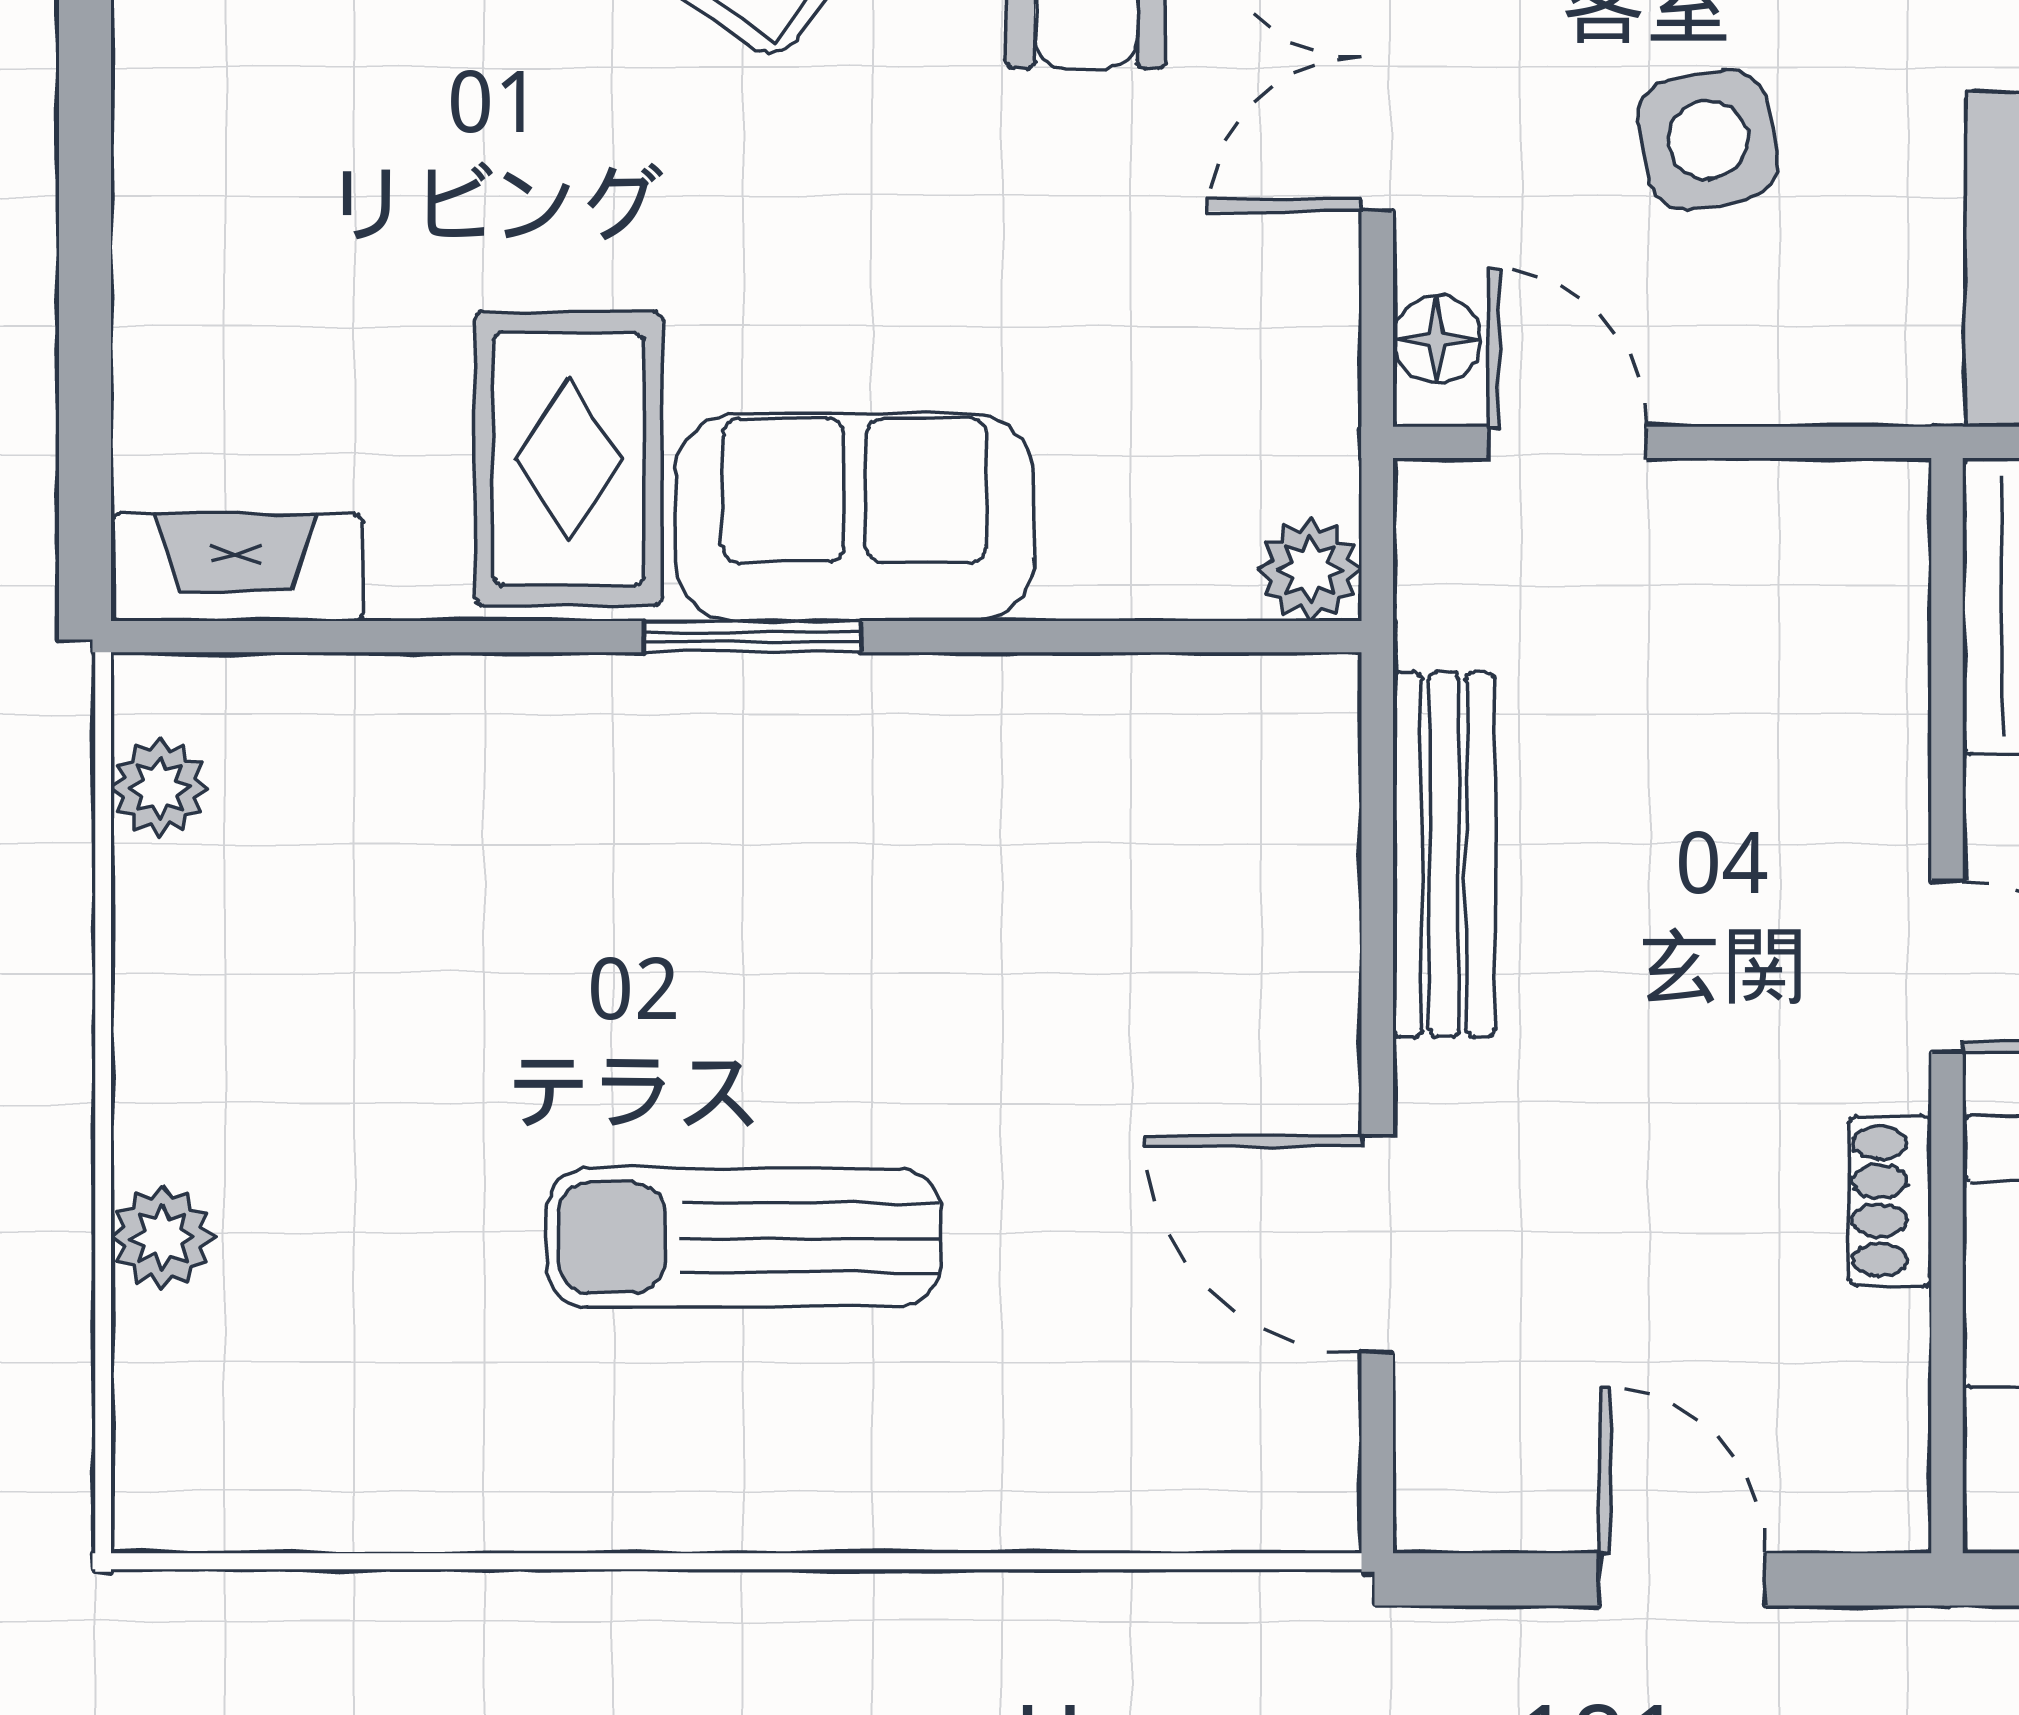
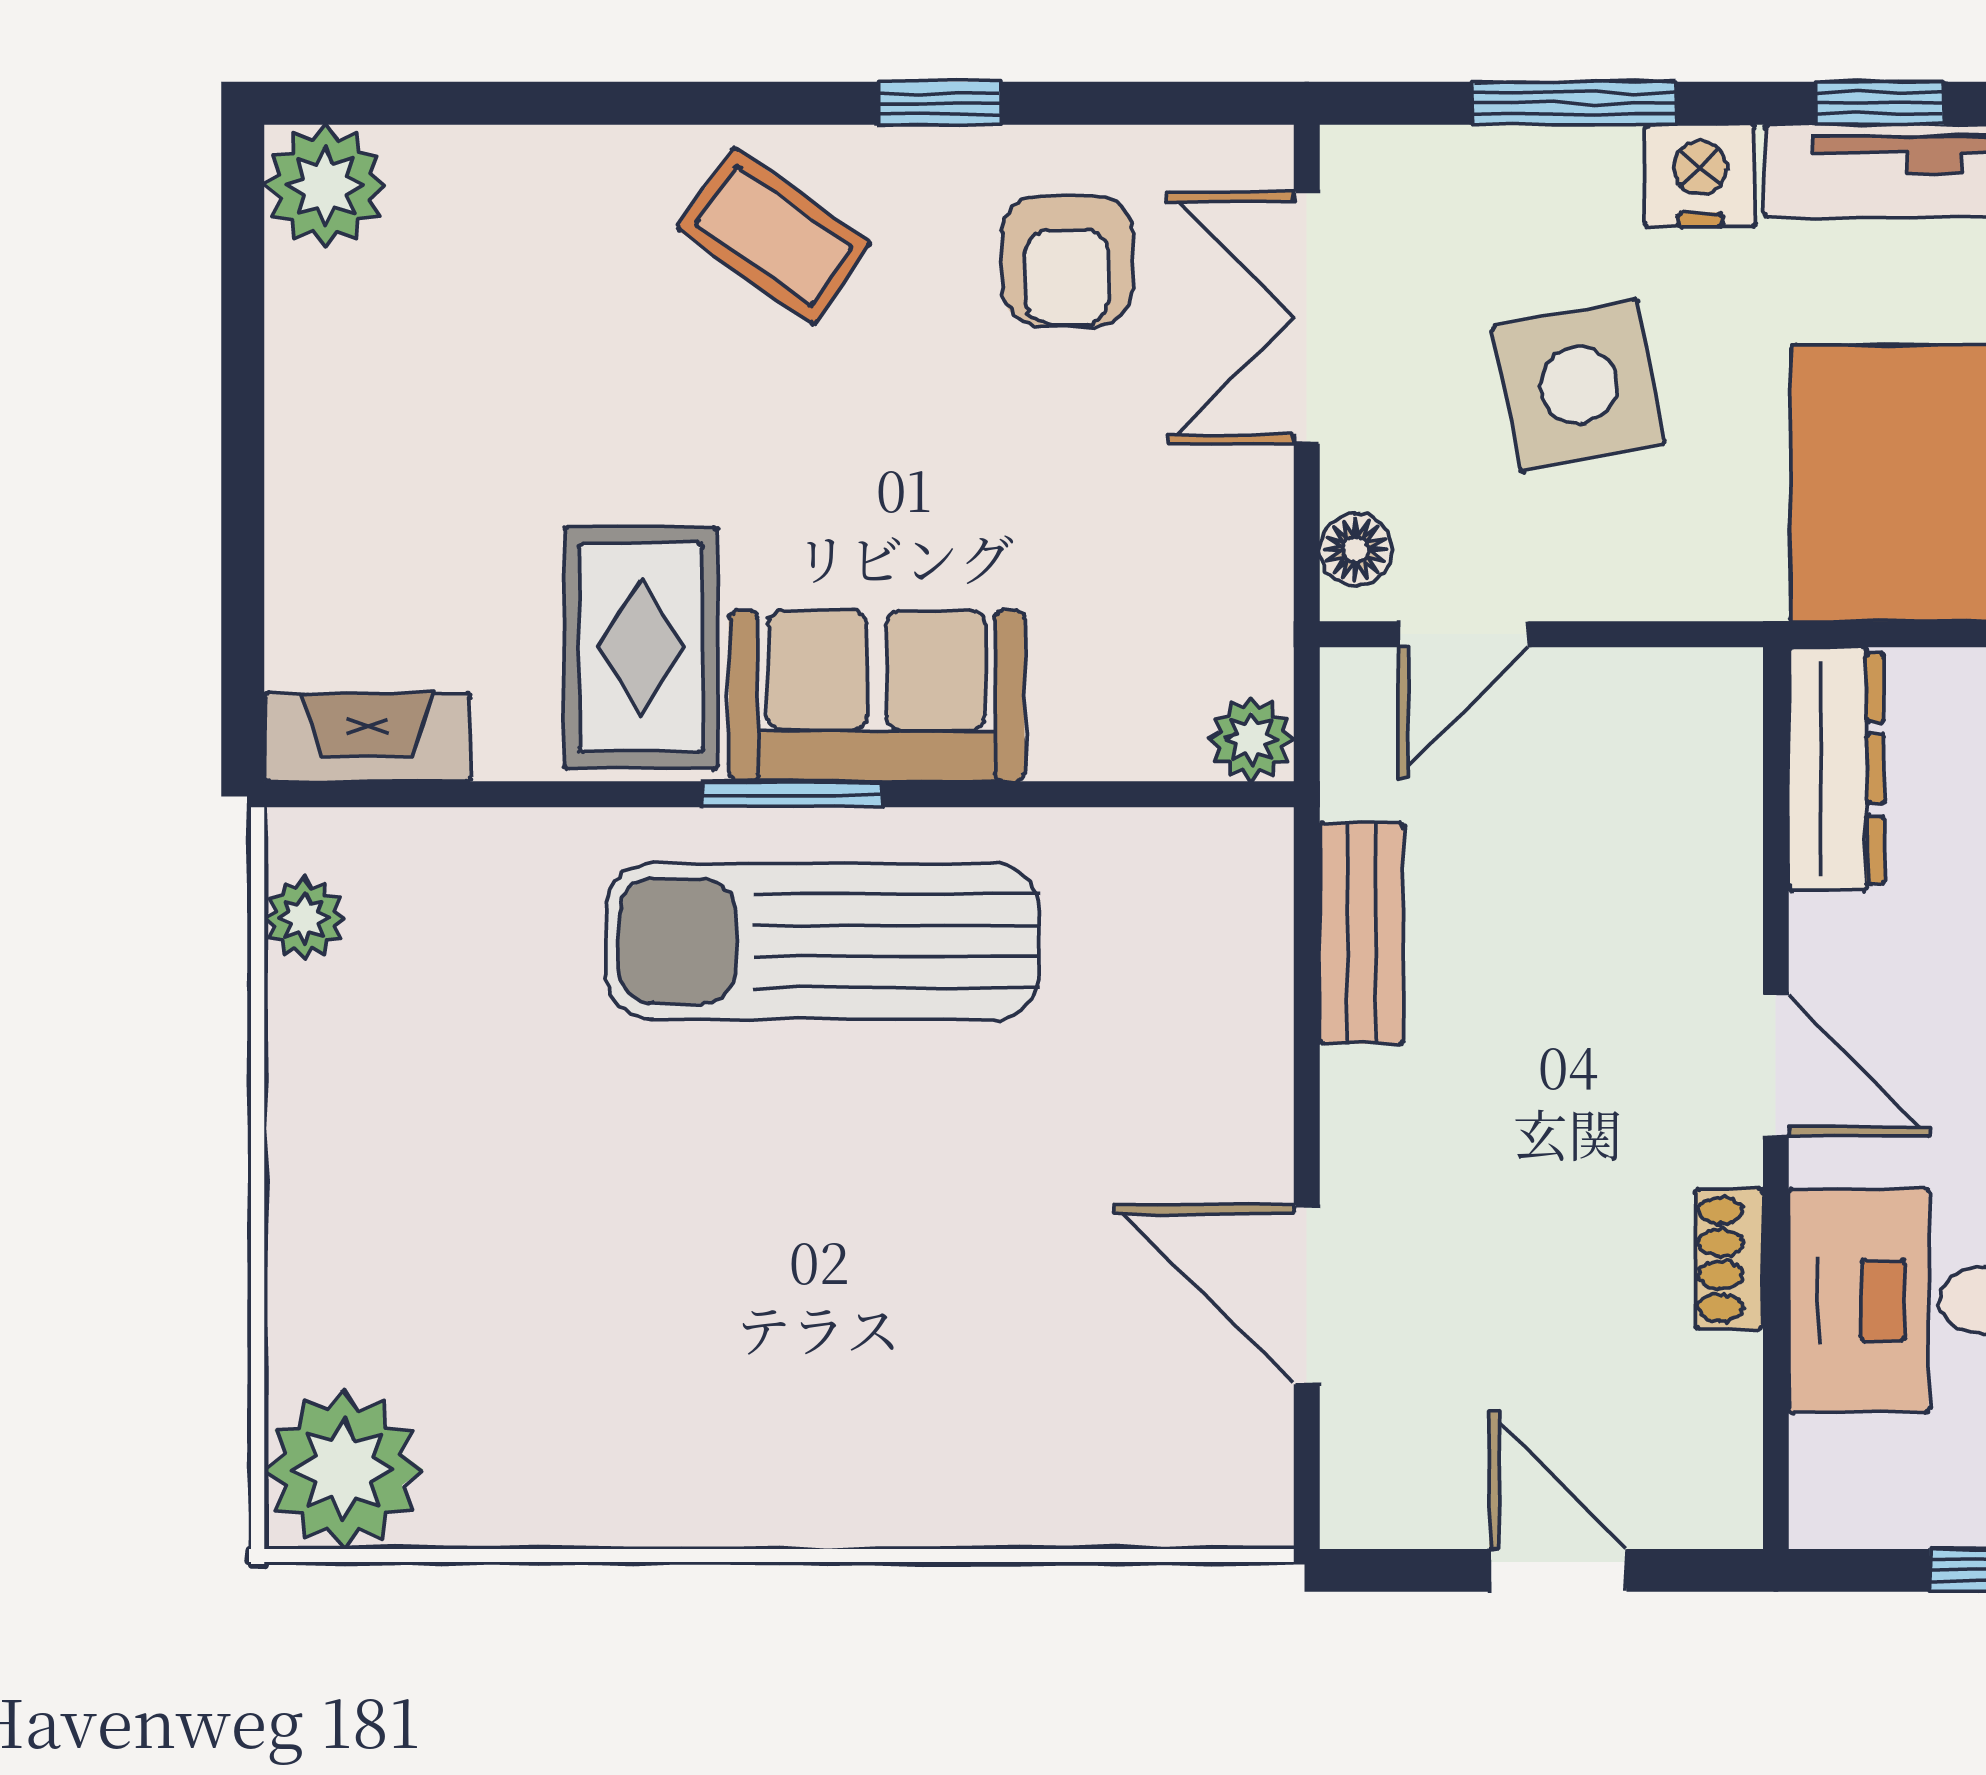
side table: (1708, 140) -> (1579, 385), width x1.37, depth x1.37
door: (1567, 442) -> (1463, 634), swing flipped
bench: (1444, 854) -> (1362, 933), width x0.73
plant: (162, 1237) -> (344, 1470), moved, width x1.88, depth x1.88
sun lounger: (743, 1238) -> (823, 941), moved, width x1.36, depth x1.34

